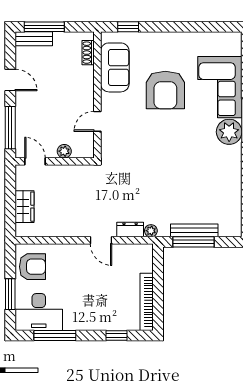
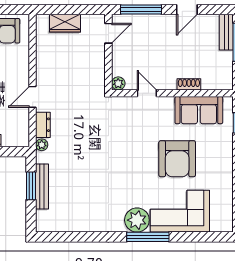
shoe rack: (88, 53) -> (189, 84), moved
armchair: (165, 90) -> (177, 159), turned -90
plant: (64, 151) -> (118, 83), moved
window: (194, 242) -> (31, 186), width x0.69

